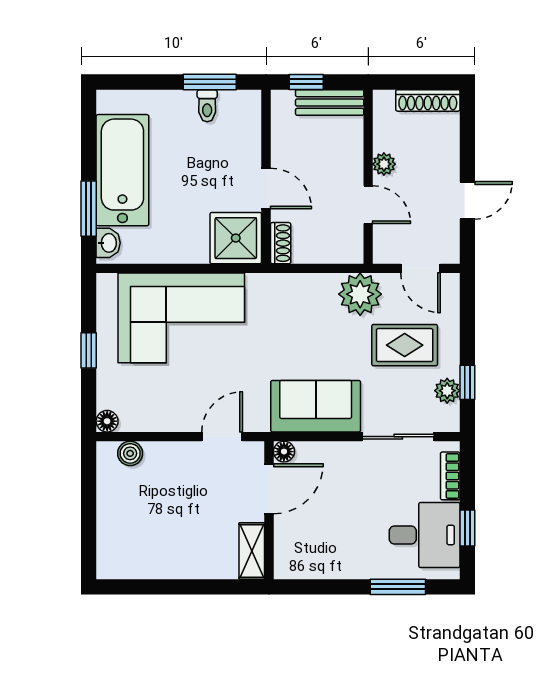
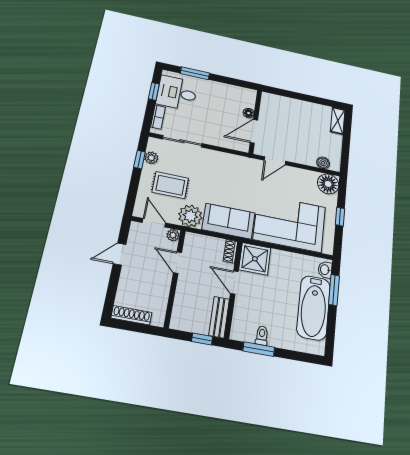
bench: (330, 102) -> (219, 317), moved, turned 90
plant: (384, 164) -> (173, 235), moved
sofa: (316, 406) -> (229, 221), moved, turned 180
floor lamp: (107, 421) -> (328, 184), width x1.89, depth x1.89
floor lamp: (284, 452) -> (249, 113), moved
shelving: (252, 551) -> (338, 121), moved

